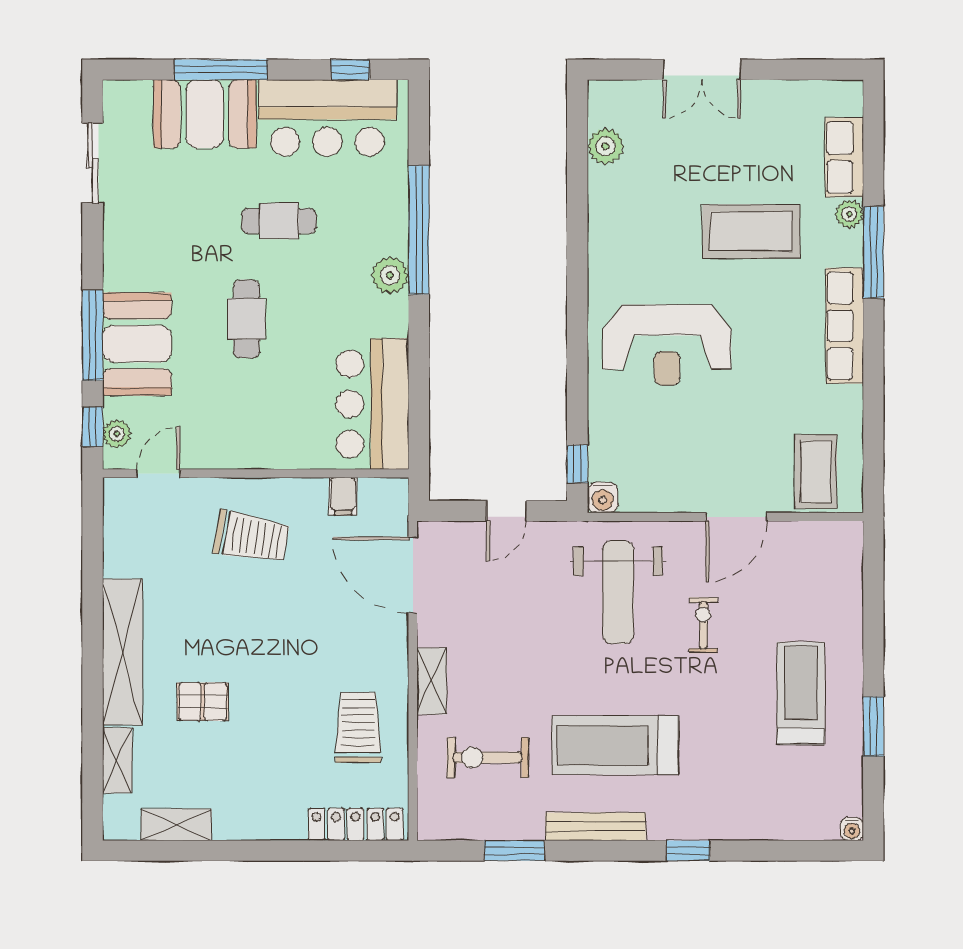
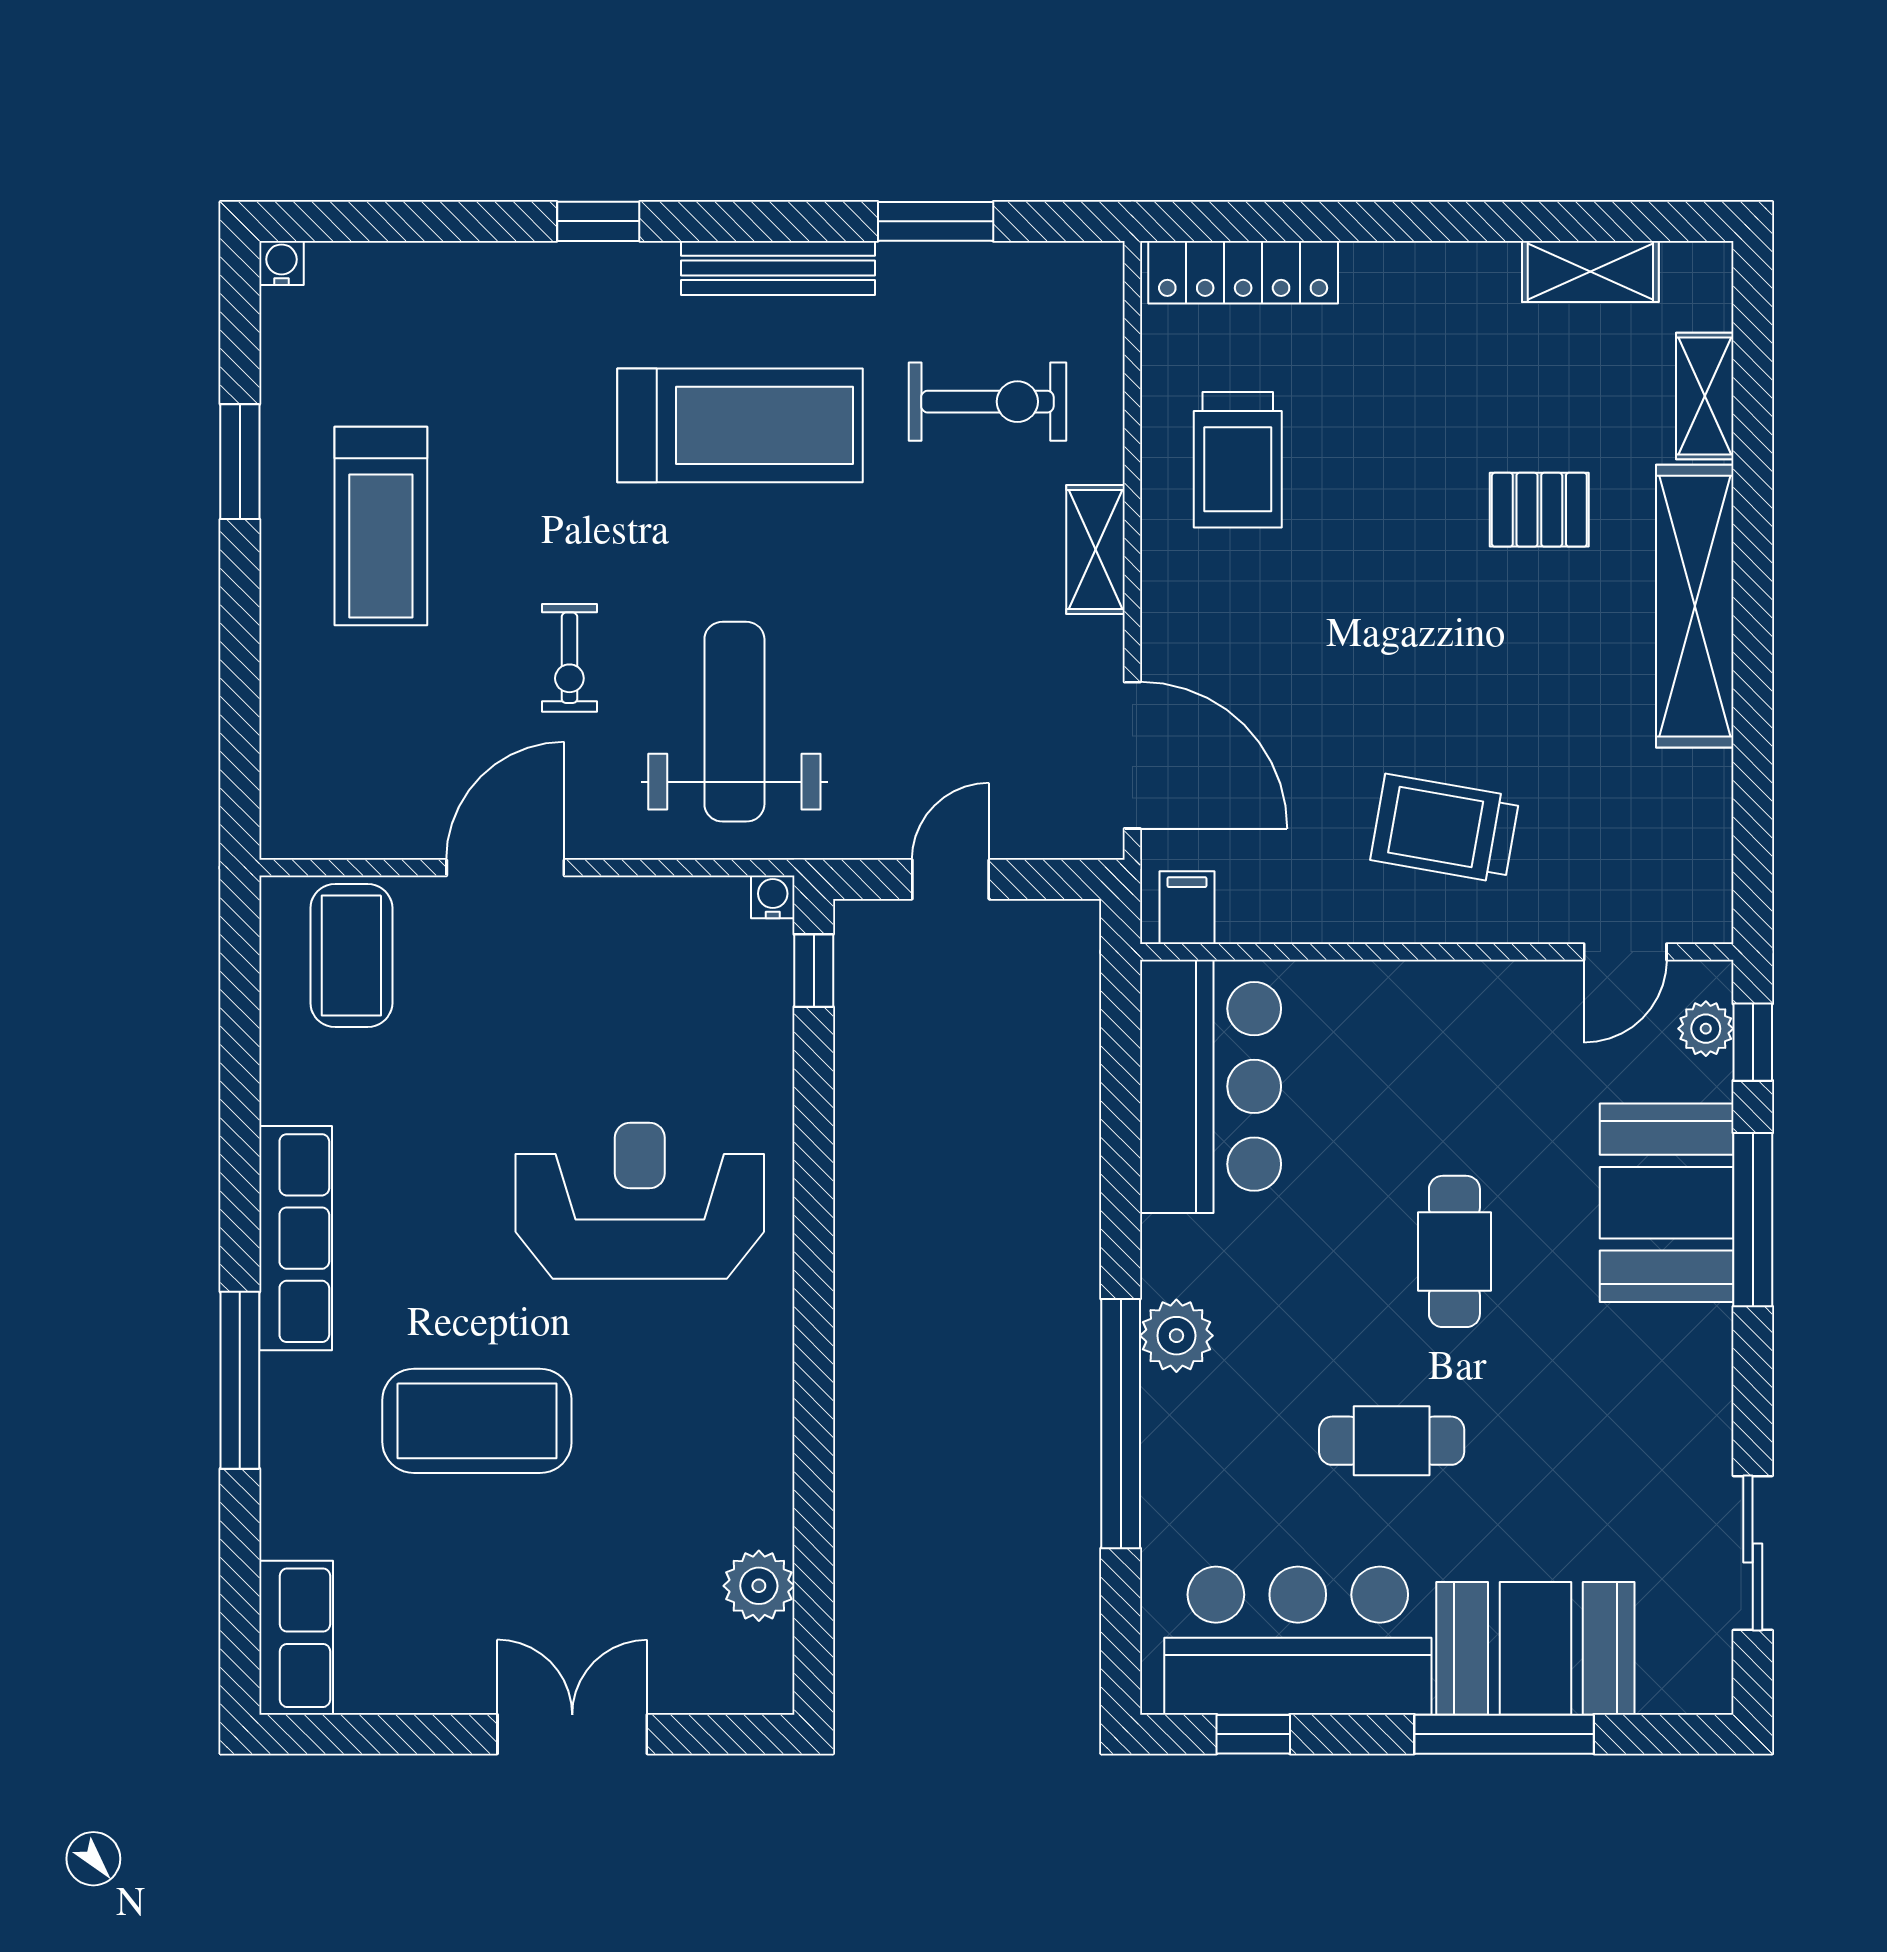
row of seats: (844, 157) -> (296, 1638), moved
plant: (849, 214) -> (287, 1455), removed
filing cabinet: (343, 496) -> (1187, 908), moved
water cooler: (603, 498) -> (773, 897), width x0.72, depth x0.72

